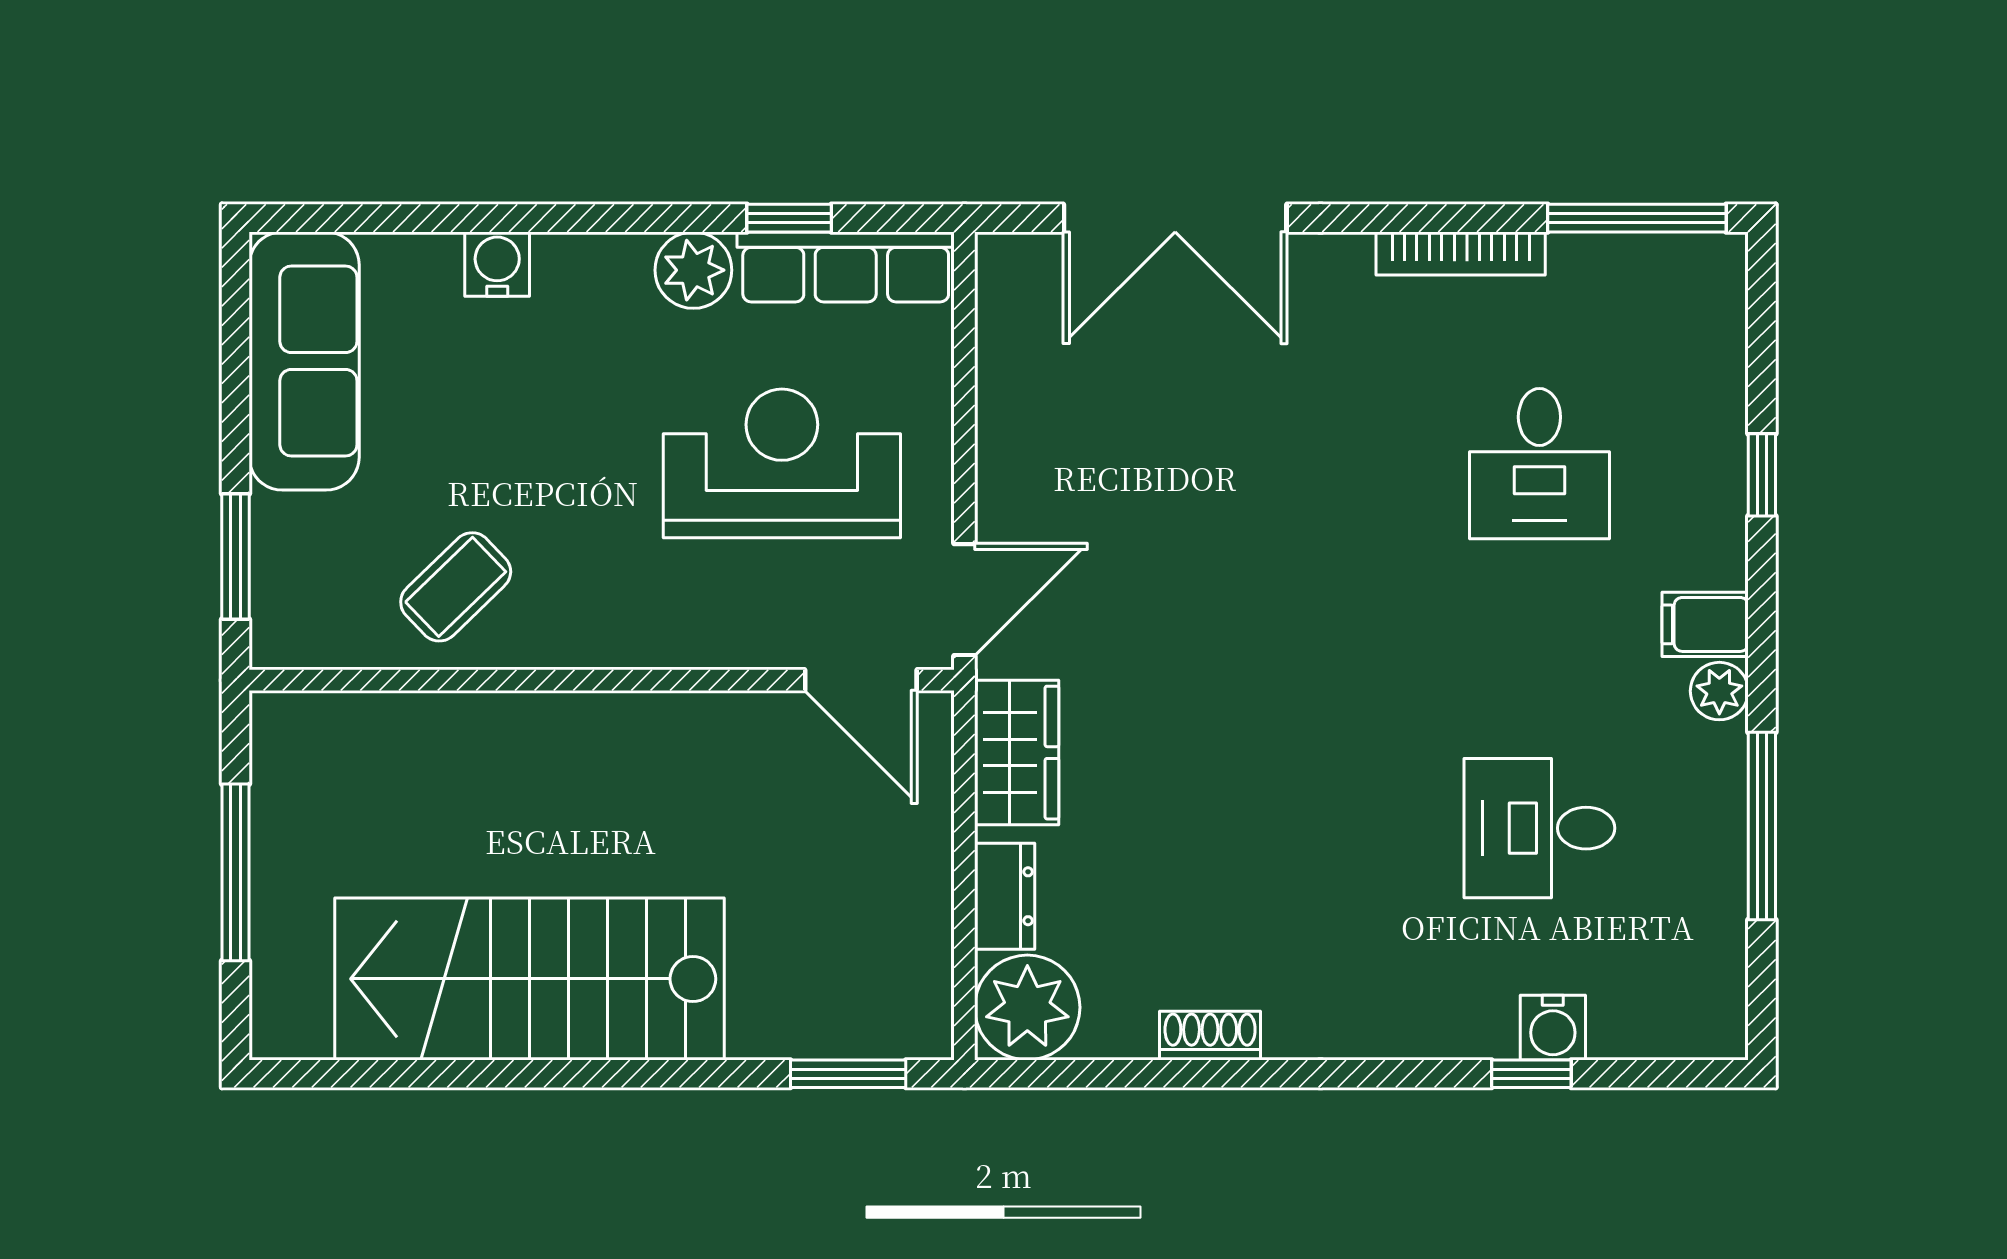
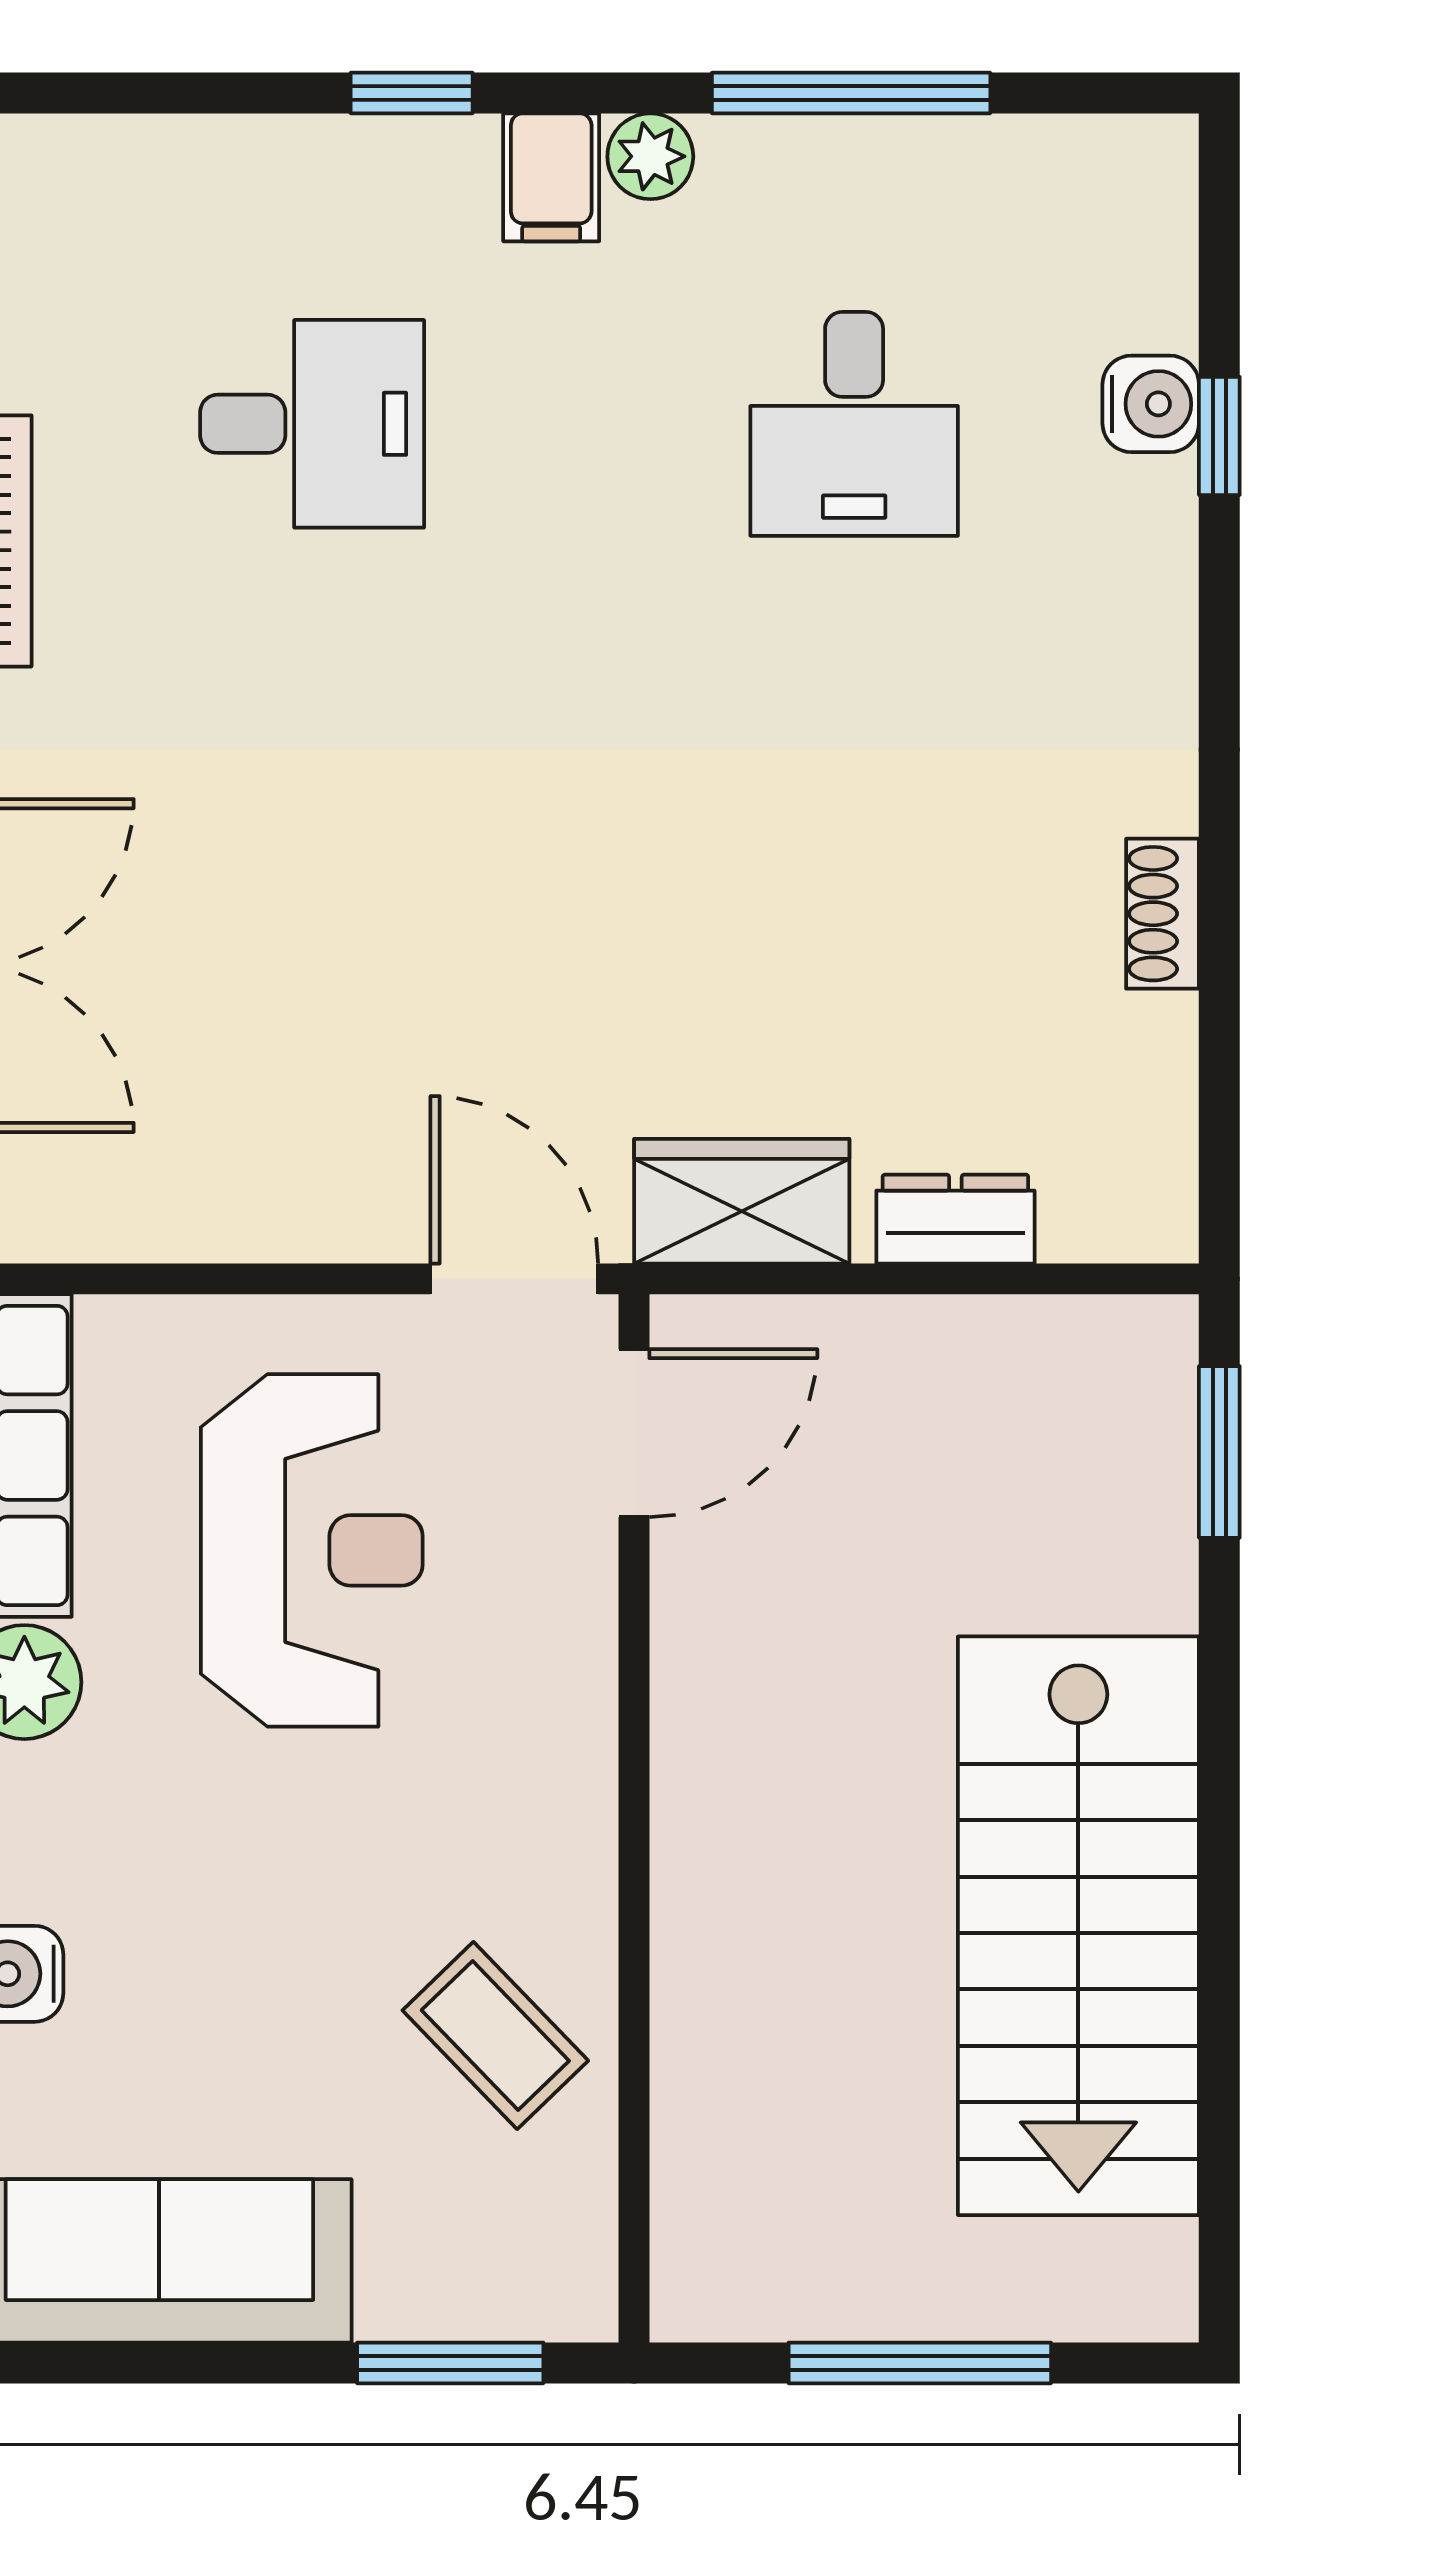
reception desk: (782, 463) -> (312, 1550), turned 180
window: (1762, 475) -> (412, 93), moved
plant: (1027, 1007) -> (1121, 1185), removed

